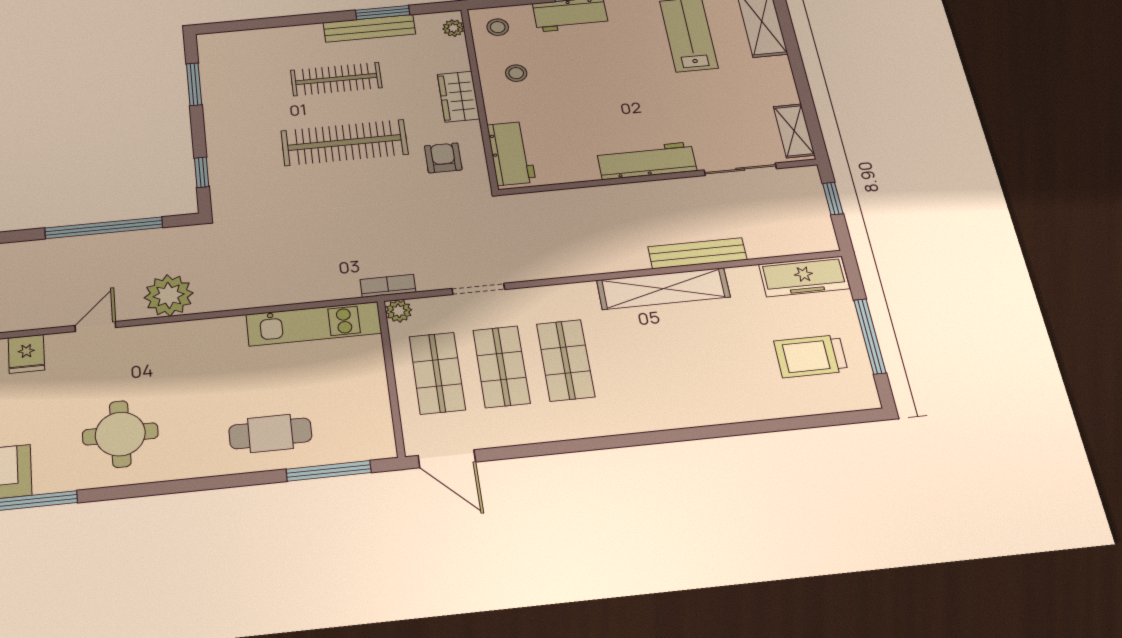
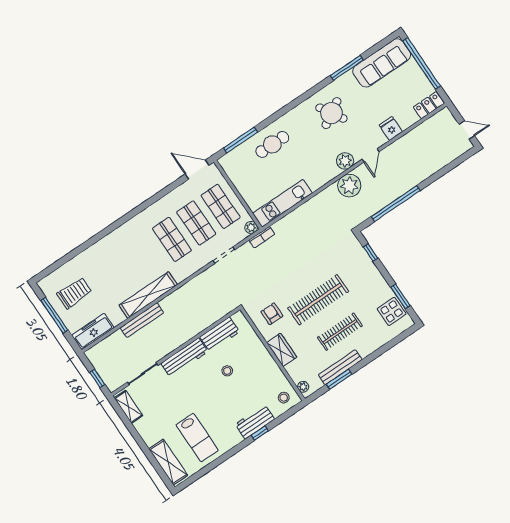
display table: (225, 69) -> (392, 311), added
stool: (516, 73) -> (227, 371), moved
workbench: (511, 153) -> (220, 334), moved, turned -90
armchair: (443, 158) -> (272, 314), turned 180
plant: (149, 340) -> (345, 161), added
round table: (120, 434) -> (331, 113), turned -31

